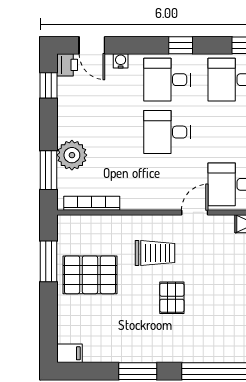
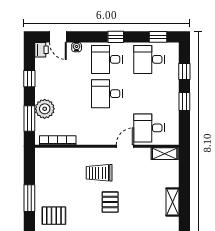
window: (49, 85) -> (29, 79), moved
trolley: (155, 253) -> (99, 173), turned 180
window: (49, 261) -> (29, 198), moved
pallet: (90, 275) -> (54, 216), moved, width x0.67, depth x0.71

